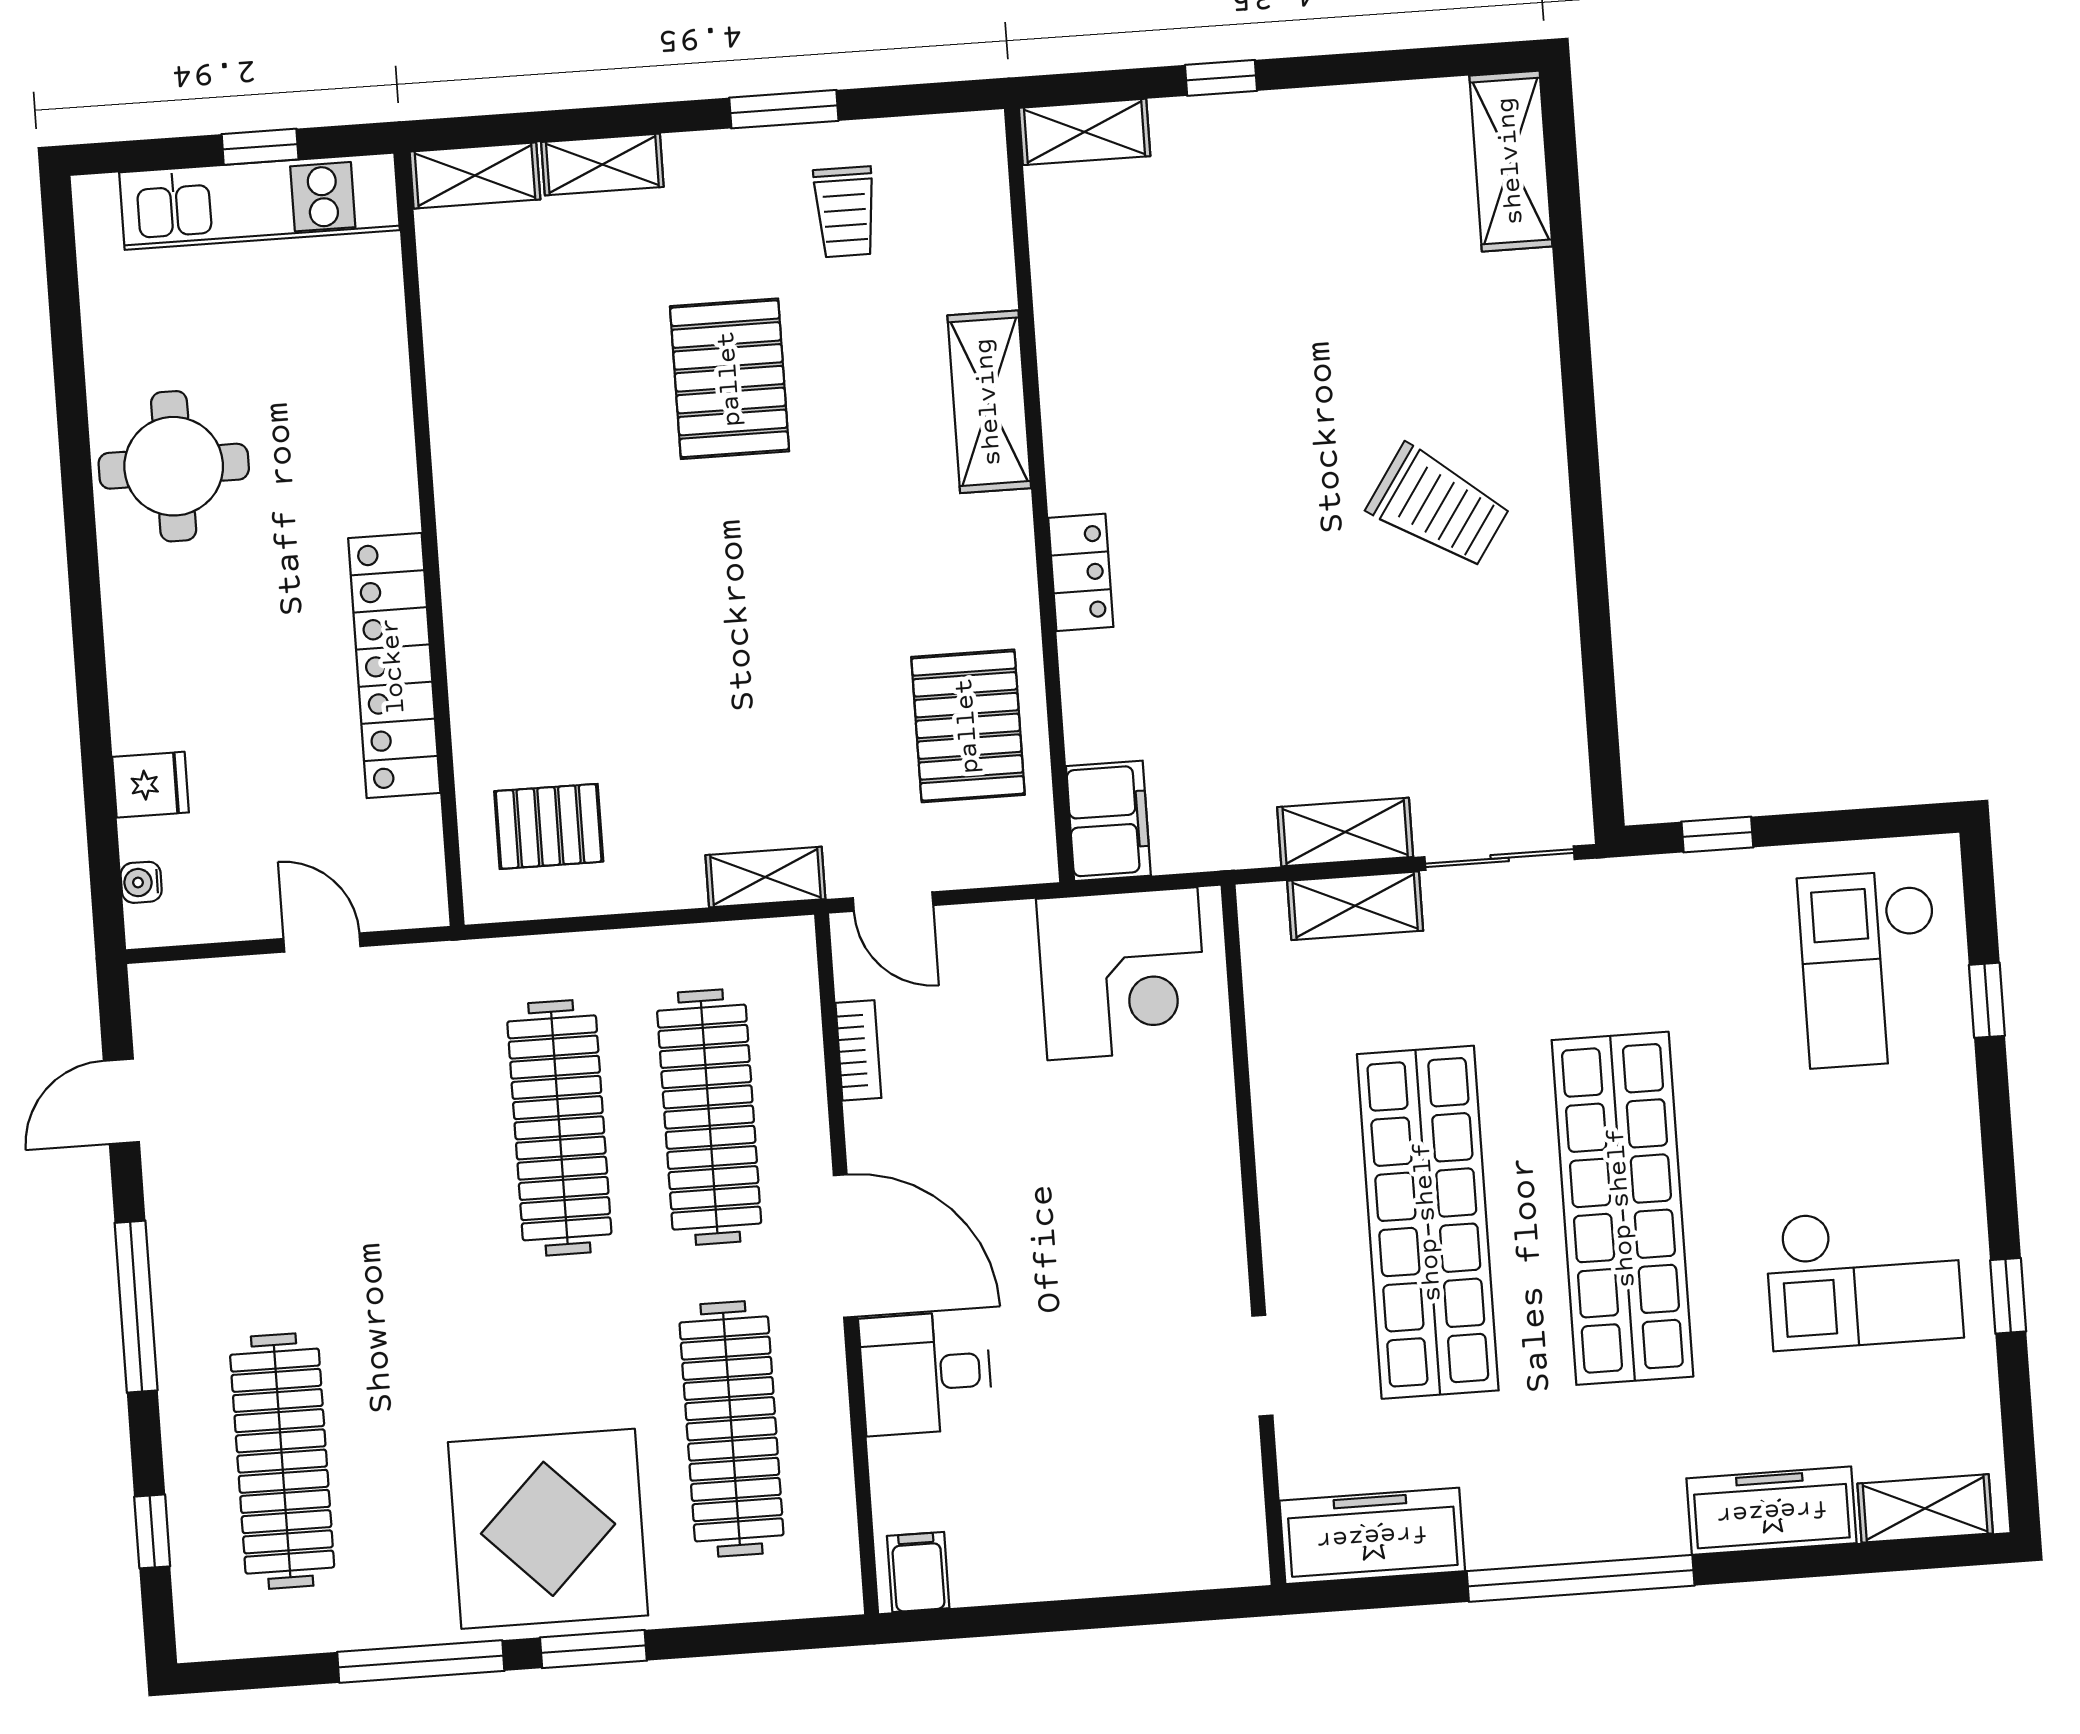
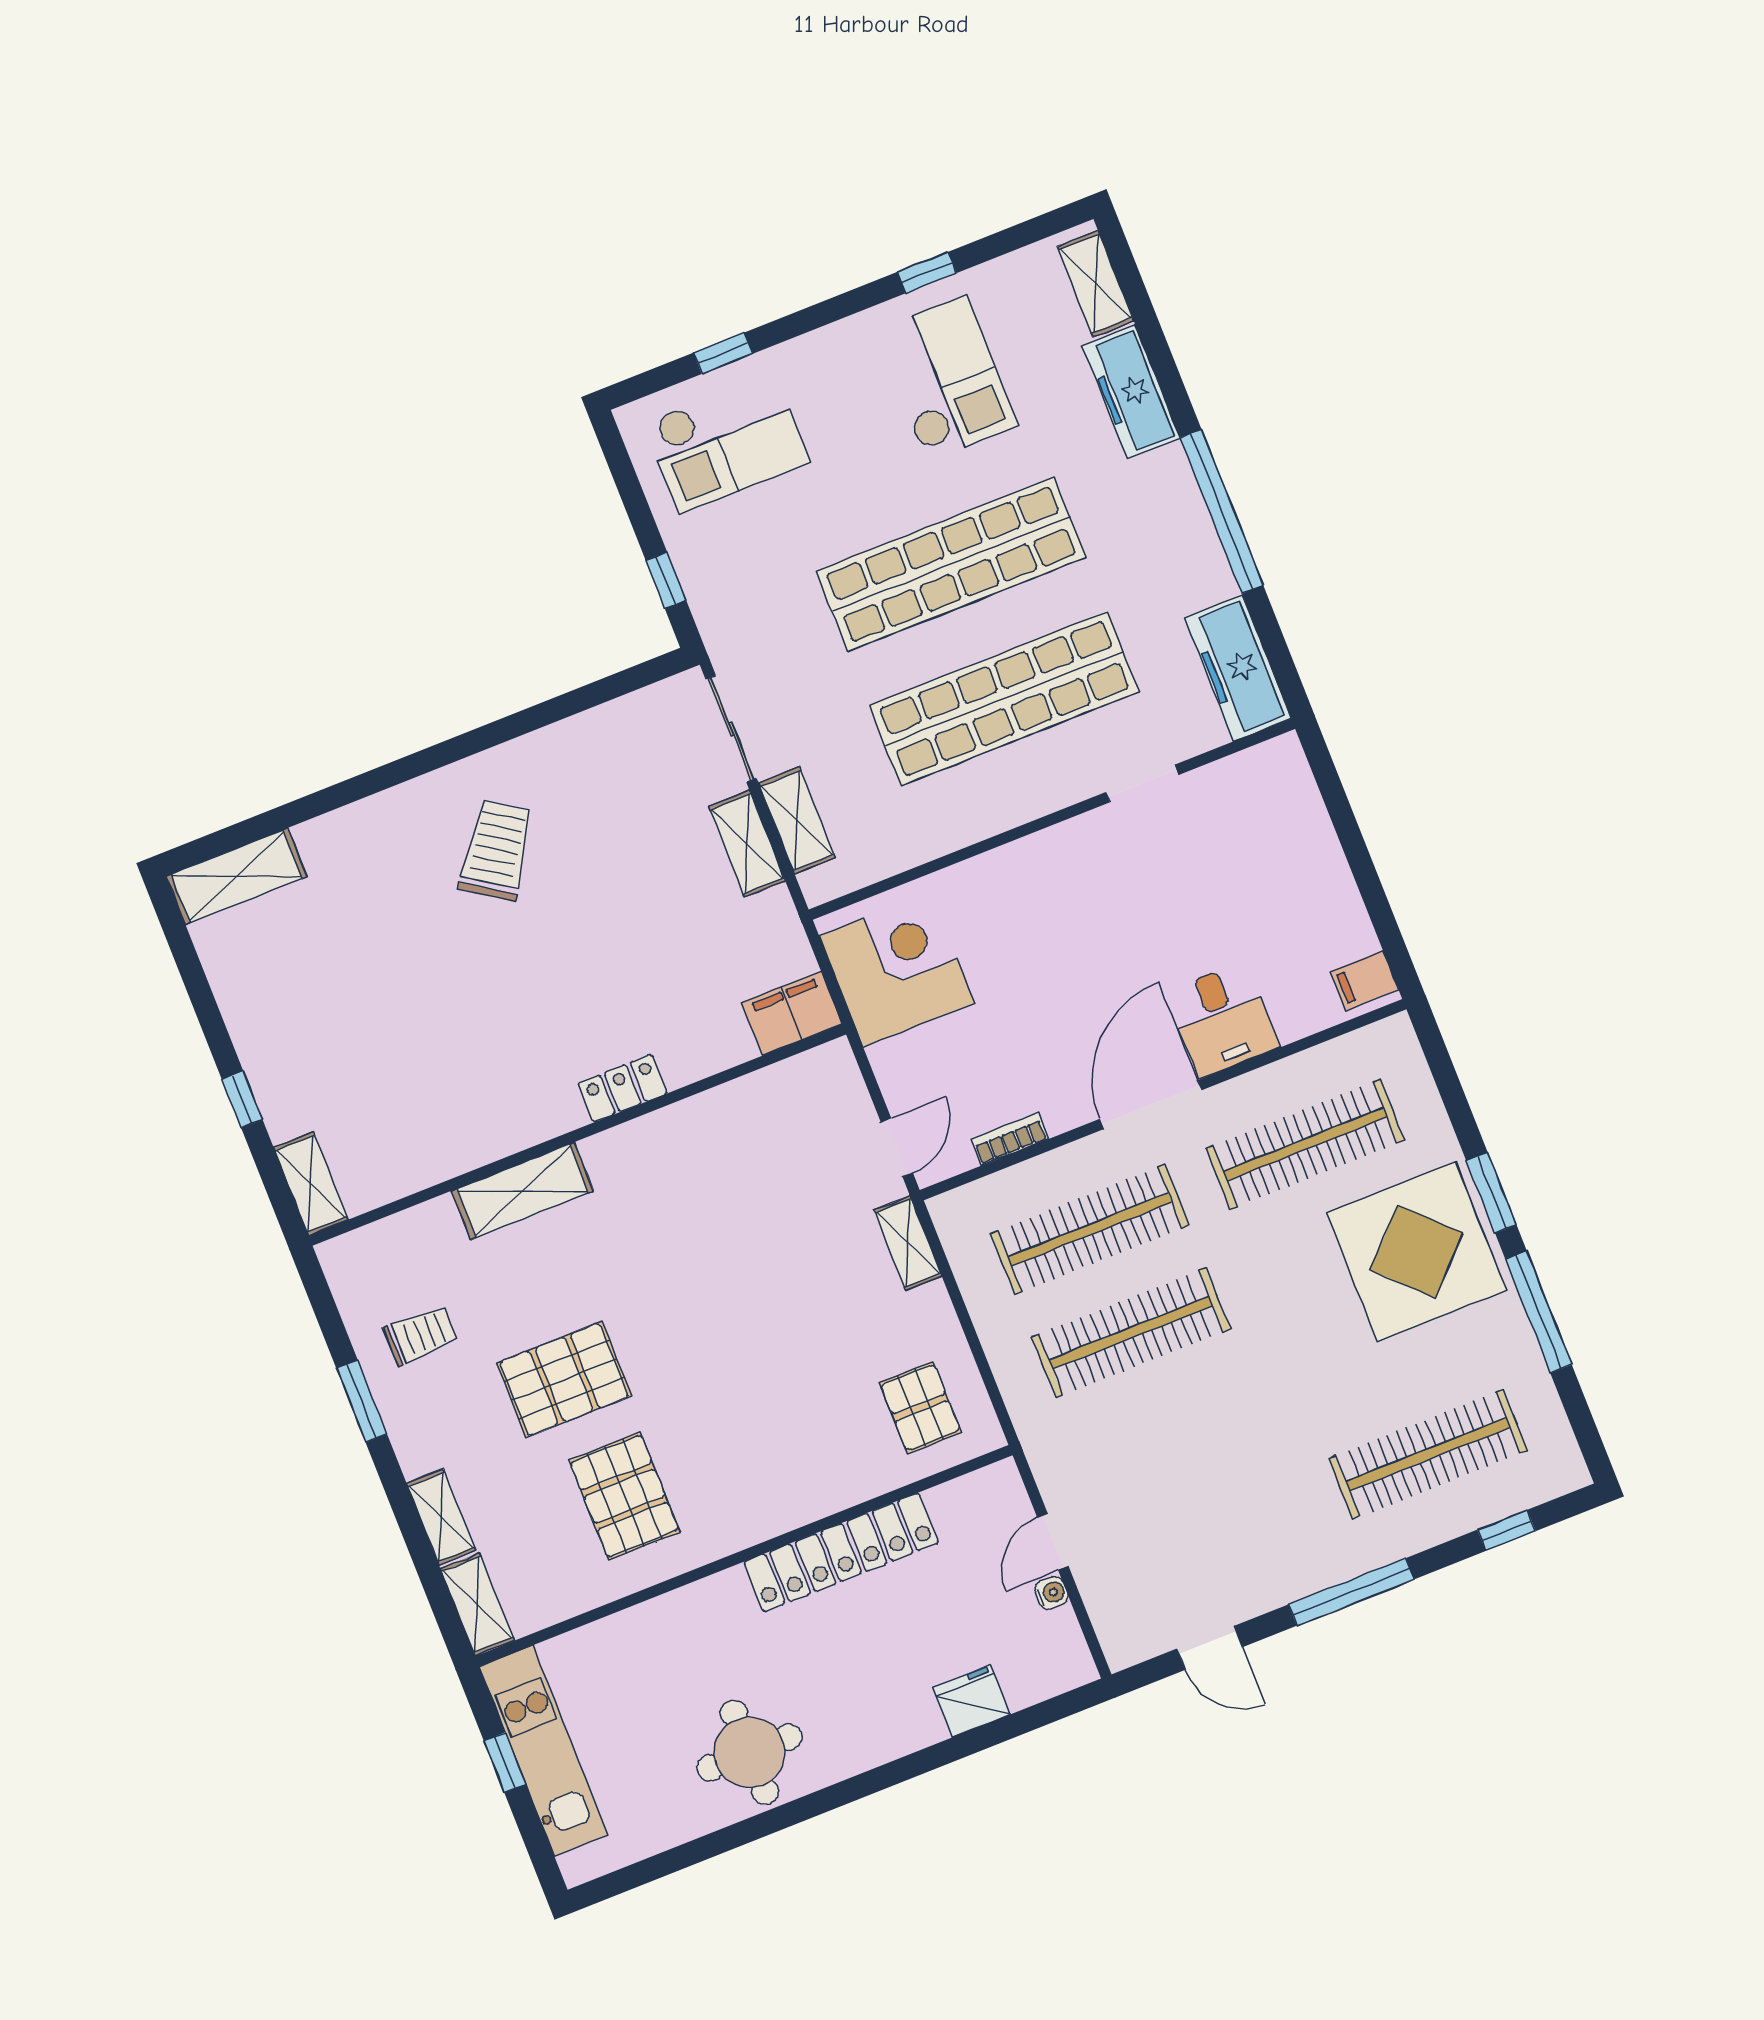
pallet: (968, 726) -> (624, 1496), moved, turned 90
fridge: (151, 785) -> (972, 1701), width x1.38
water cooler: (141, 882) -> (1051, 1593), moved, turned -90

